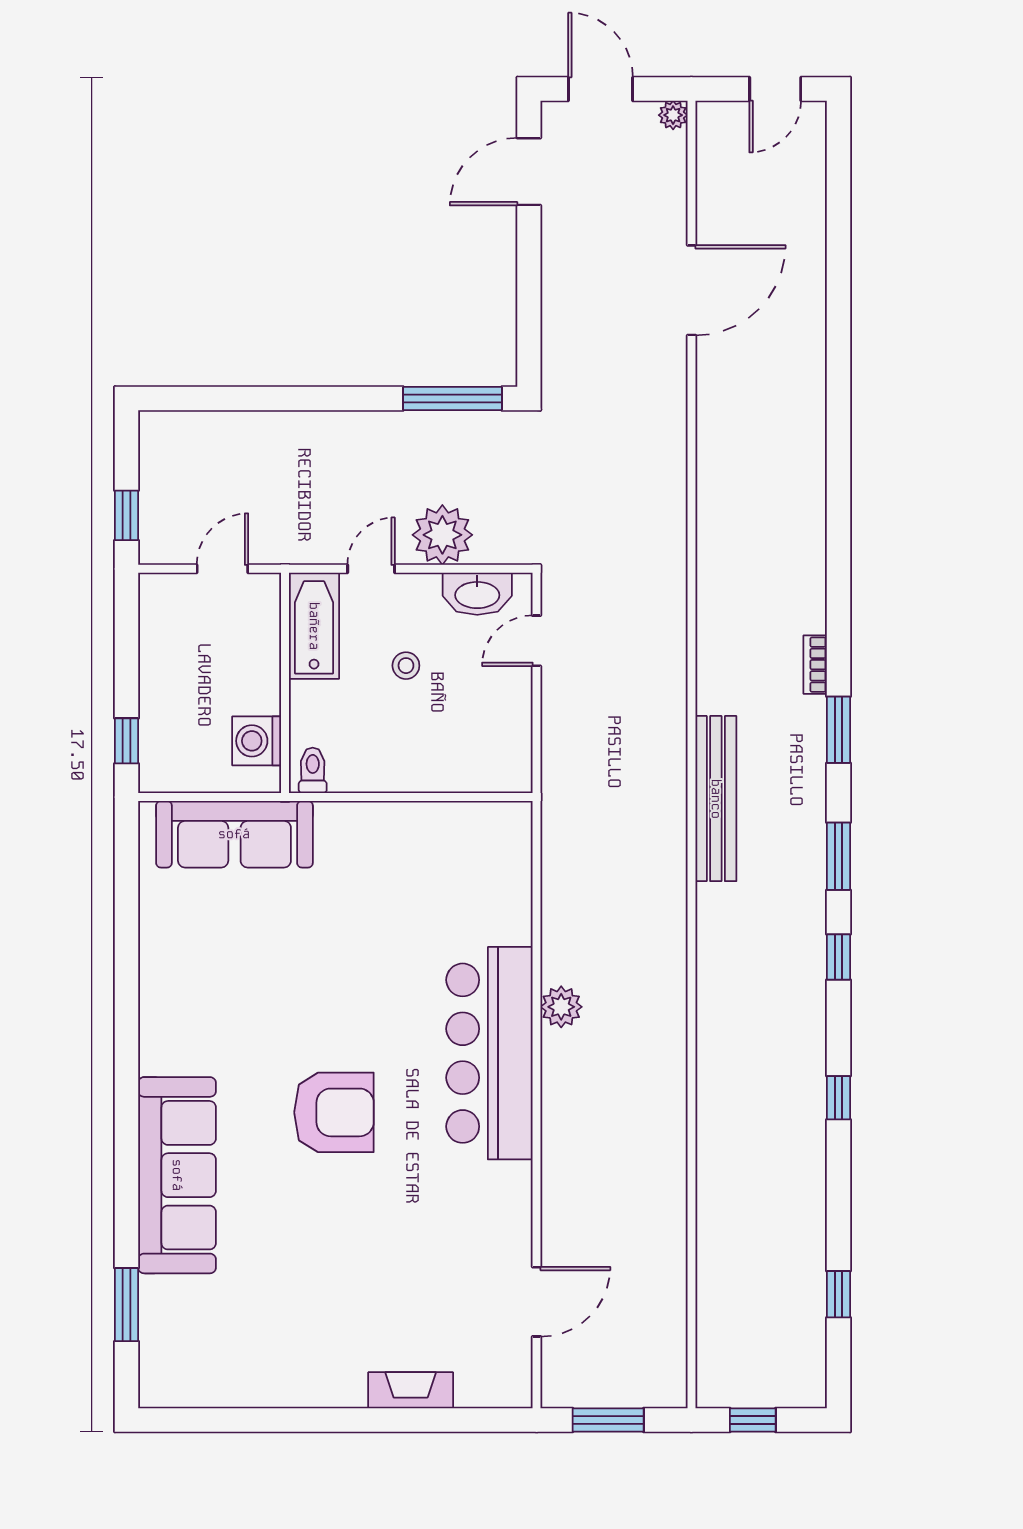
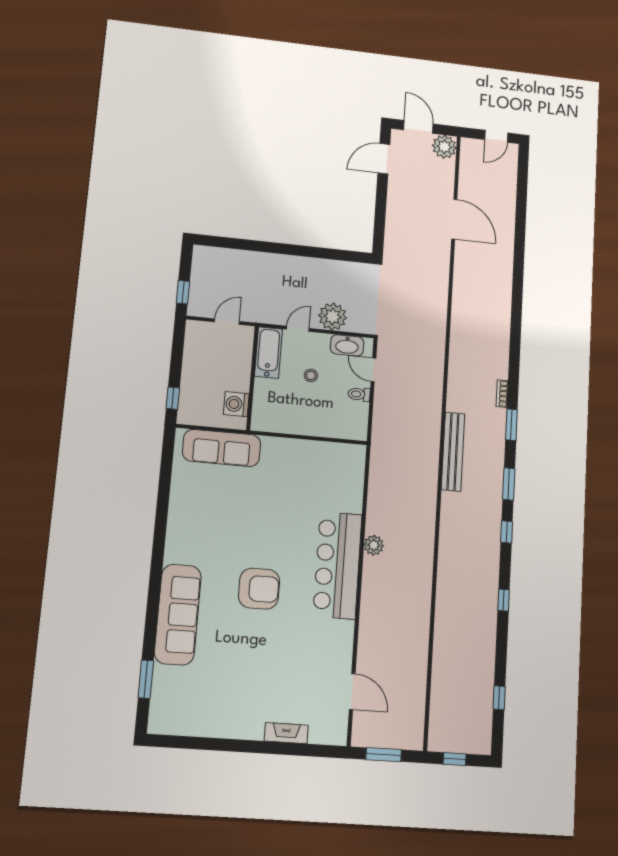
plant: (673, 115) -> (444, 147), width x1.88, depth x1.88
door: (691, 290) -> (454, 219), hinge flipped
window: (452, 399) -> (342, 255), removed
door: (537, 641) -> (373, 370), hinge flipped
toilet: (313, 770) -> (359, 394), moved, turned -90
door: (537, 1302) -> (352, 692), hinge flipped

